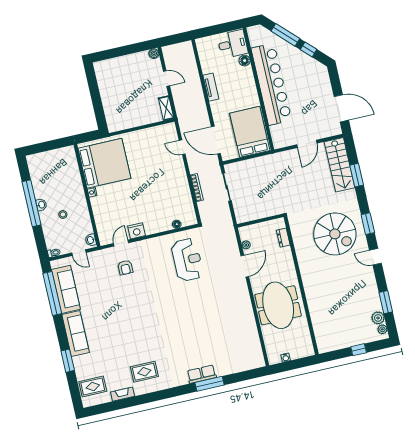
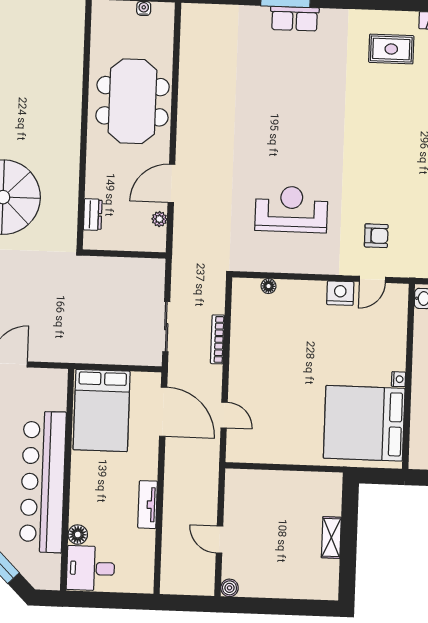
shelving: (166, 108) -> (331, 538), moved
reception desk: (187, 260) -> (291, 209), moved, turned 90
armchair: (125, 268) -> (376, 236), turned 90

